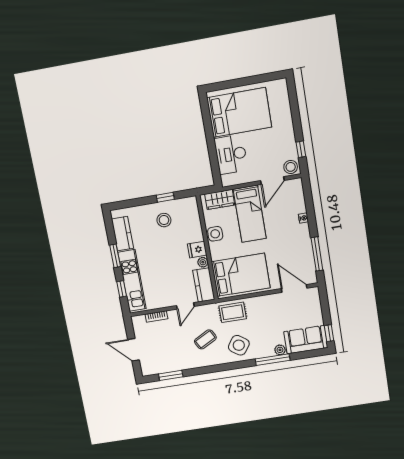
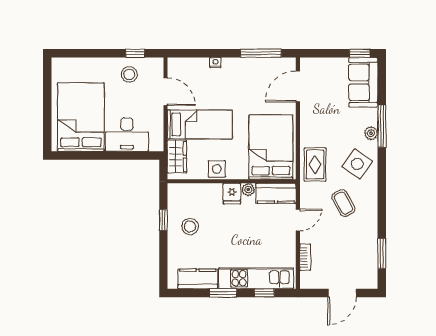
stool: (291, 167) -> (129, 74), moved
door: (185, 306) -> (298, 220), hinge flipped
plant: (280, 350) -> (371, 133), moved

